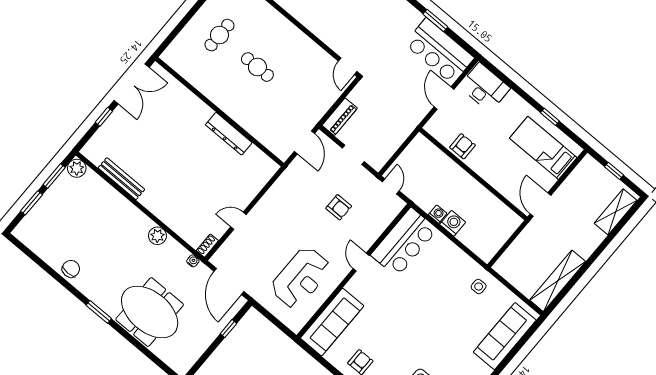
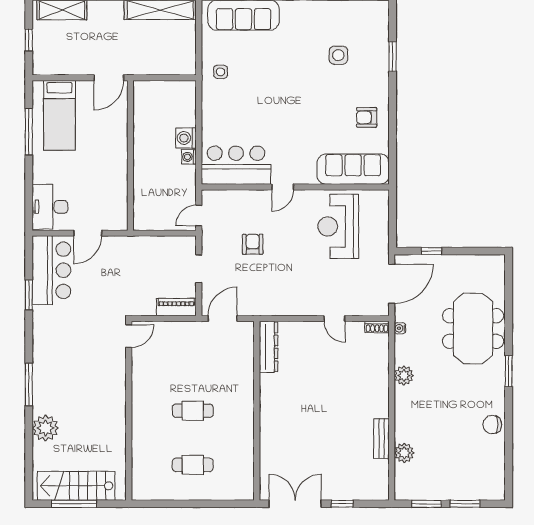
cafe table: (257, 67) -> (193, 411), turned 90
window: (550, 117) -> (29, 132), width x2.17
dresser: (229, 134) -> (269, 347), moved
armchair: (463, 146) -> (115, 184), removed
plant: (77, 168) -> (404, 453), moved
bench: (121, 179) -> (382, 439), width x0.73
reception desk: (301, 278) -> (338, 226), turned -90

